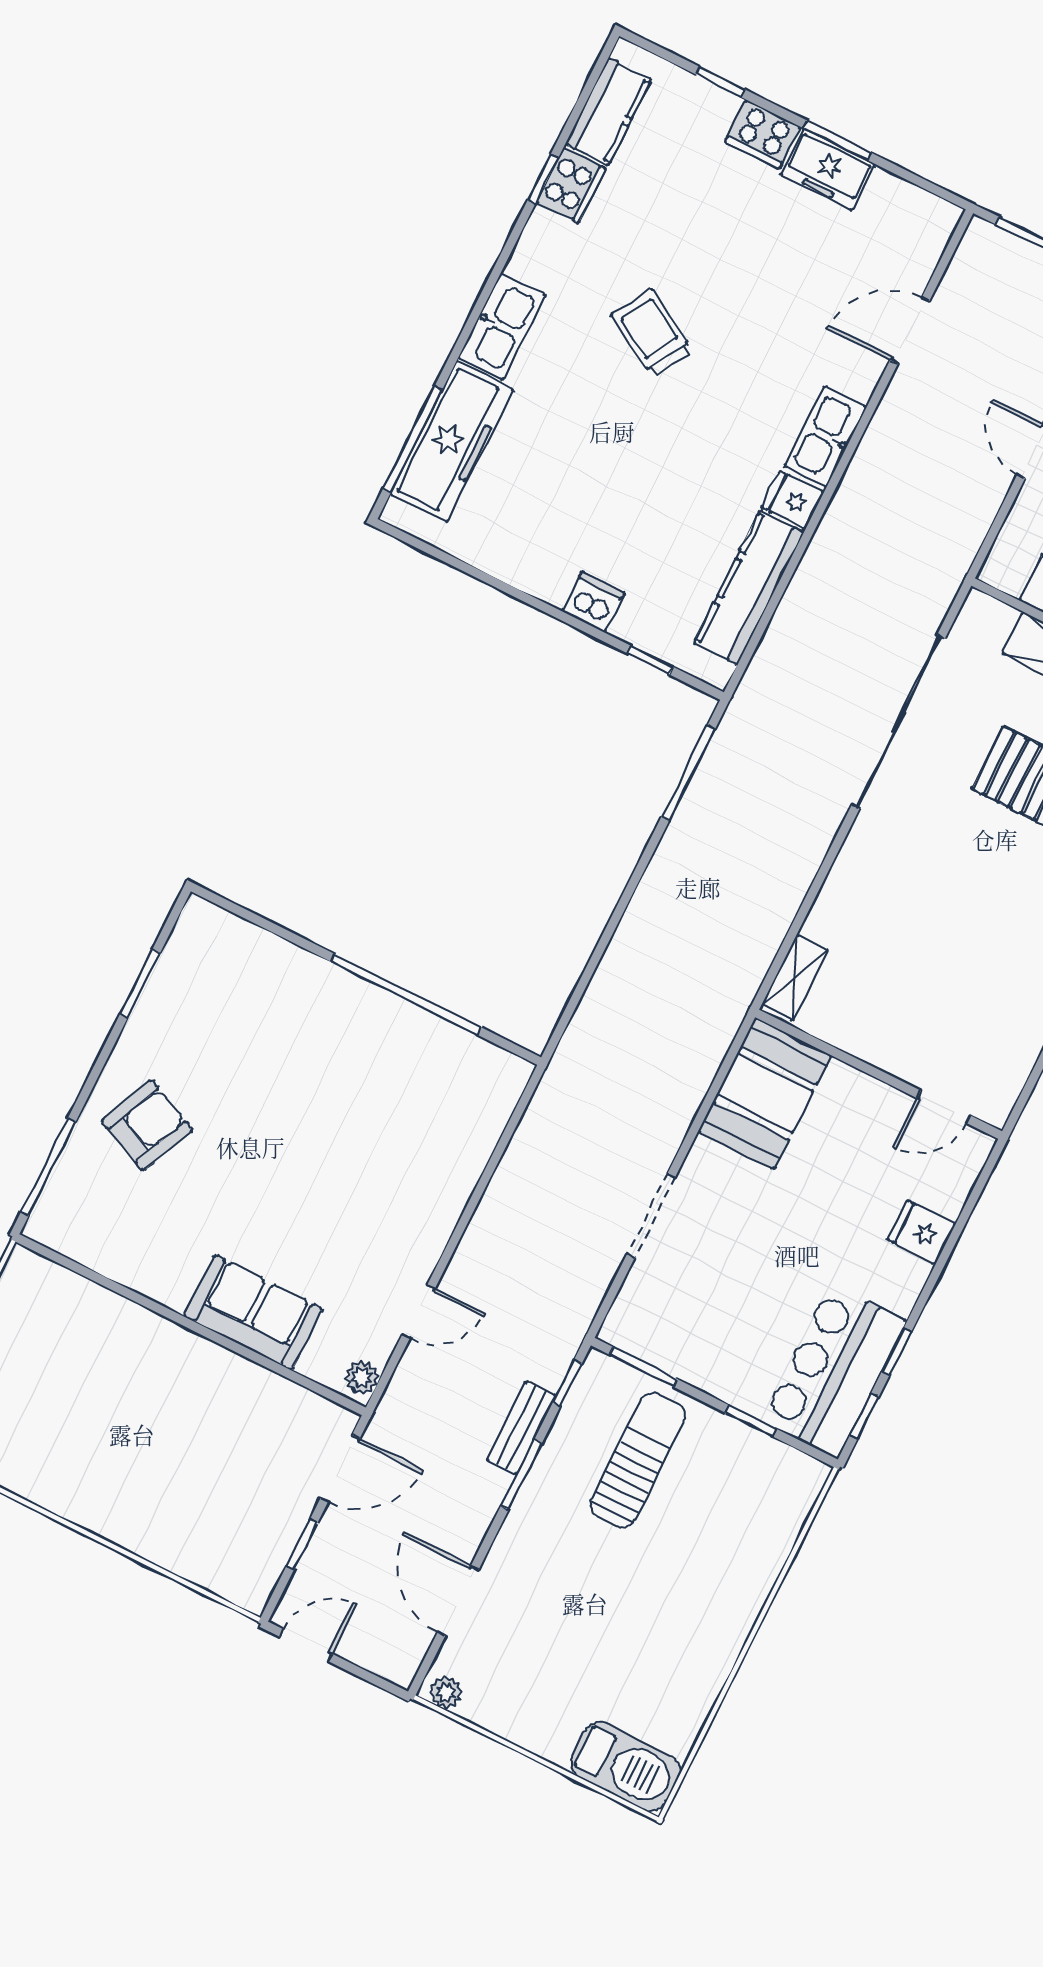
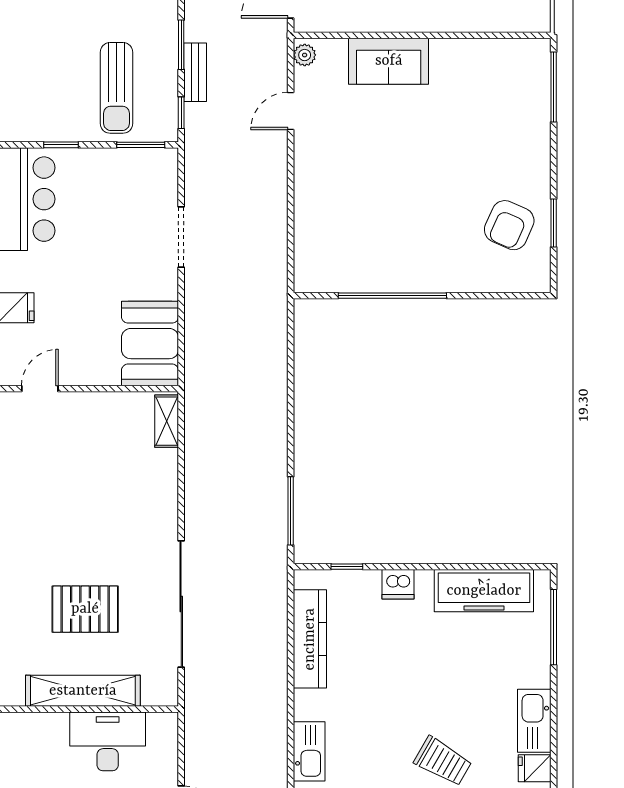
freezer: (452, 441) -> (484, 591), moved, turned -90
fridge: (793, 500) -> (535, 768), moved, turned 180
armchair: (147, 1125) -> (509, 225), moved

